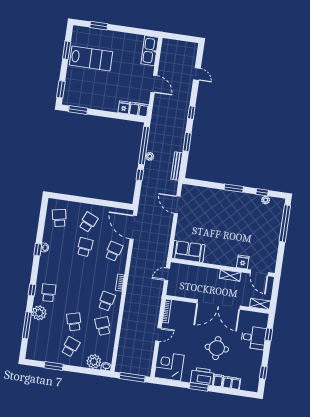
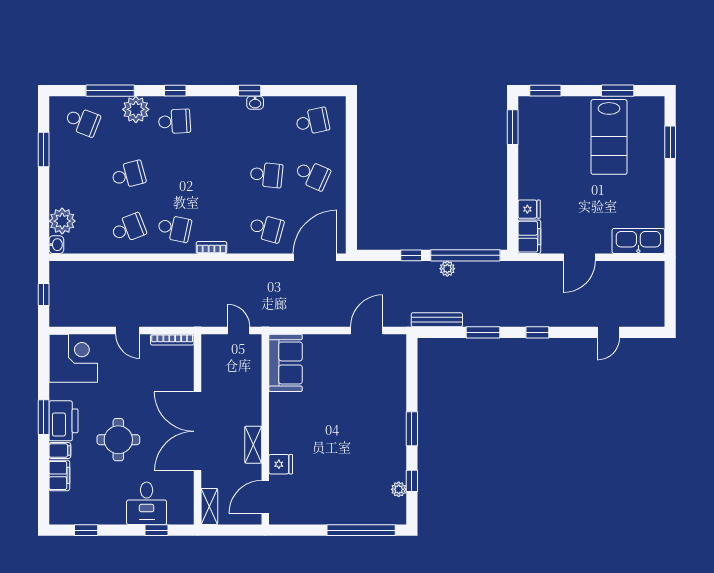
school desk: (70, 347) -> (82, 121), moved
window: (132, 377) -> (44, 295), width x0.46

